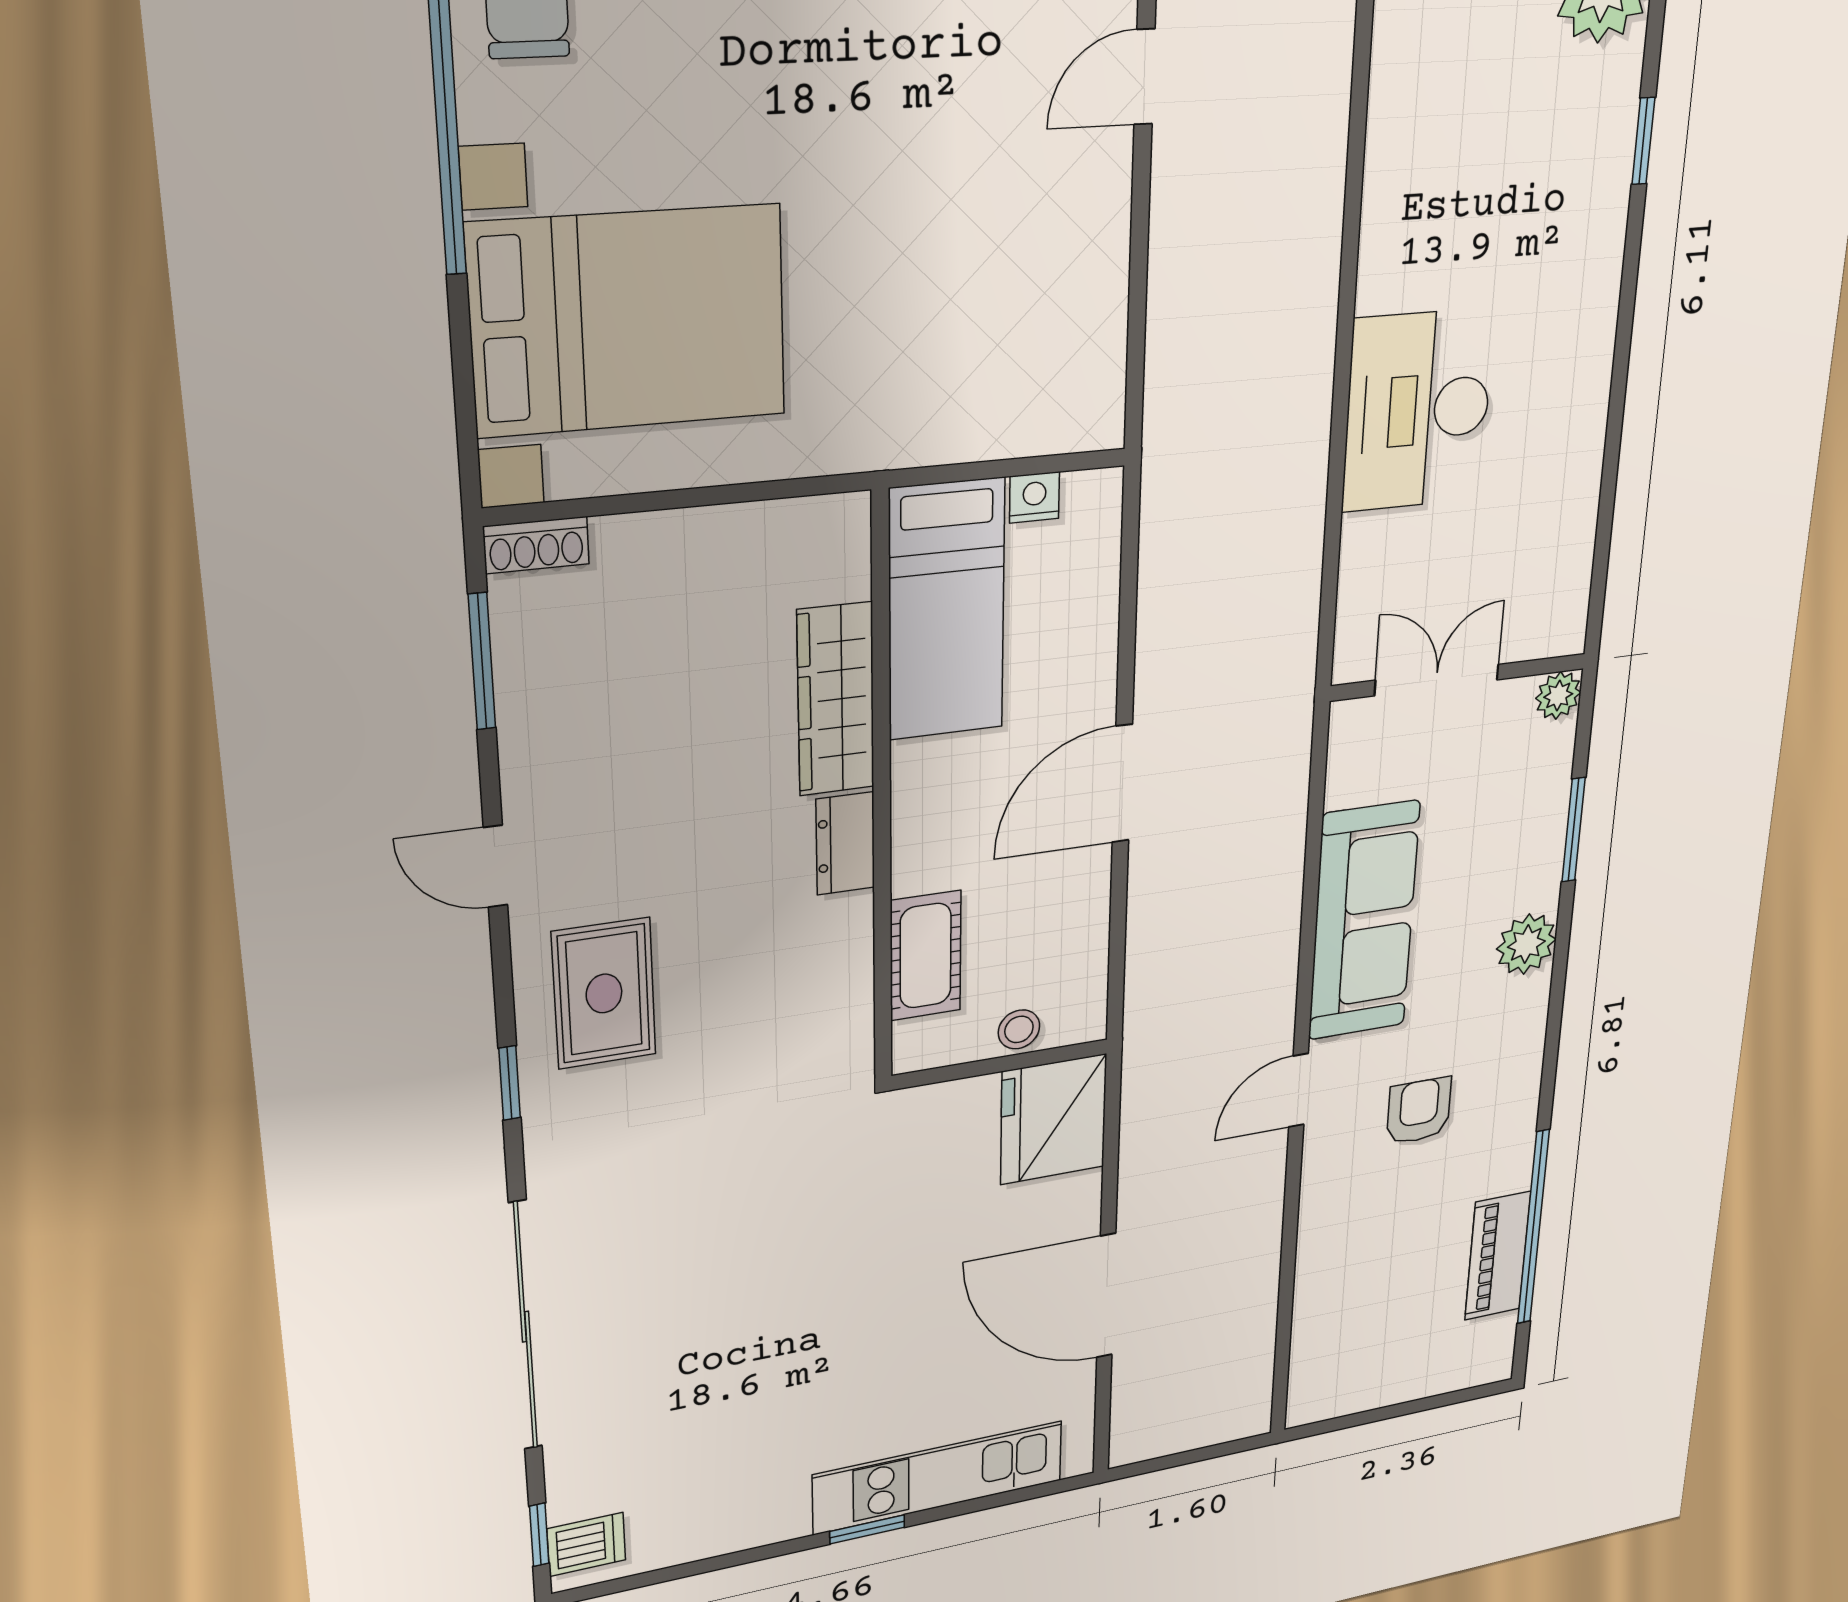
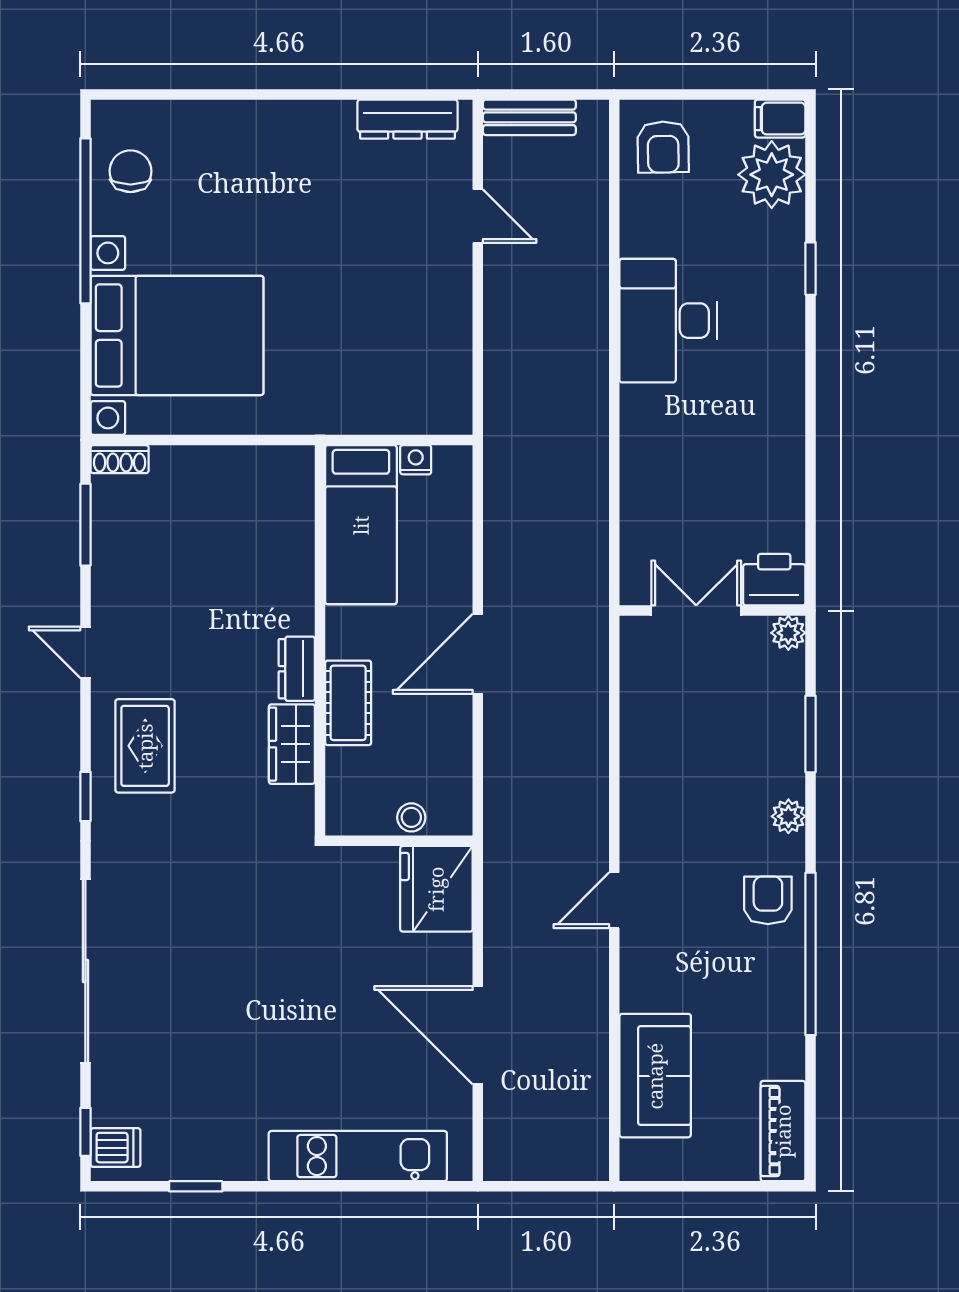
door: (1144, 77) -> (478, 216), swing flipped
desk: (1418, 410) -> (668, 321), moved
printer: (1547, 622) -> (774, 580), added
wardrobe: (836, 699) -> (292, 744), moved, width x0.67
sofa: (1364, 921) -> (655, 1076), moved, width x0.73
plant: (1526, 944) -> (788, 816), width x0.73, depth x0.73
cot: (926, 956) -> (348, 703), moved
armchair: (1419, 1111) -> (768, 900), moved
window: (1533, 1228) -> (811, 954), moved
piano: (1498, 1256) -> (783, 1131), moved
window: (867, 1529) -> (196, 1186), moved

